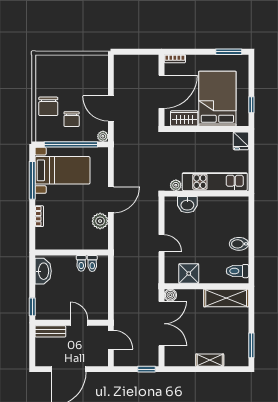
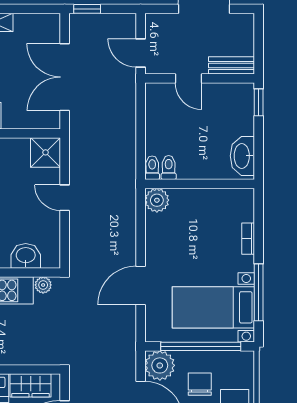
plant: (103, 136) -> (160, 365), width x1.87, depth x1.87
door: (111, 200) -> (141, 285), moved
plant: (100, 221) -> (157, 200), moved
toilet: (81, 263) -> (152, 168), moved
shower: (189, 274) -> (46, 152), moved
boiler: (170, 295) -> (51, 120), removed

